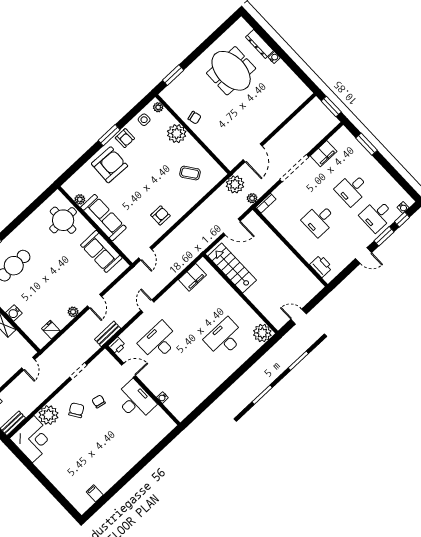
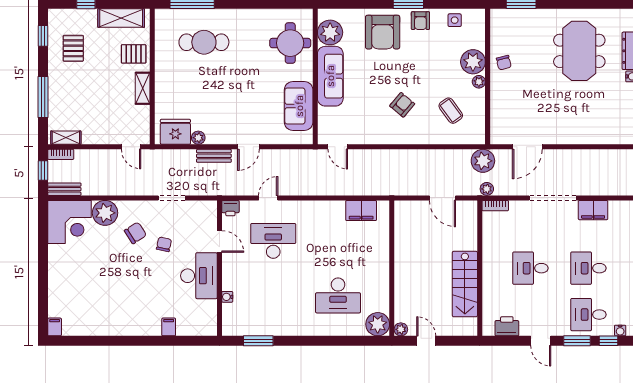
plant: (158, 107) -> (479, 82), moved
armchair: (110, 165) -> (383, 32), turned 88
plant: (80, 199) -> (330, 32), width x1.88, depth x1.88
armchair: (160, 215) -> (402, 105), moved, turned -50
door: (145, 254) -> (338, 147), hinge flipped
printer: (321, 266) -> (507, 326), moved, turned -90
stairs: (232, 268) -> (465, 284), moved, turned 180
door: (147, 306) -> (268, 198), moved
plant: (73, 312) -> (198, 138), moved
water cooler: (14, 313) -> (162, 87), removed
plant: (278, 324) -> (401, 329), added
fridge: (51, 330) -> (175, 132), width x1.88, depth x1.34
bench: (108, 334) -> (214, 156), moved
desk: (224, 338) -> (338, 295), turned 180
door: (28, 364) -> (131, 147), hinge flipped
window: (203, 406) -> (258, 341), added
filing cabinet: (145, 446) -> (169, 327), added
filing cabinet: (95, 493) -> (55, 327), moved

